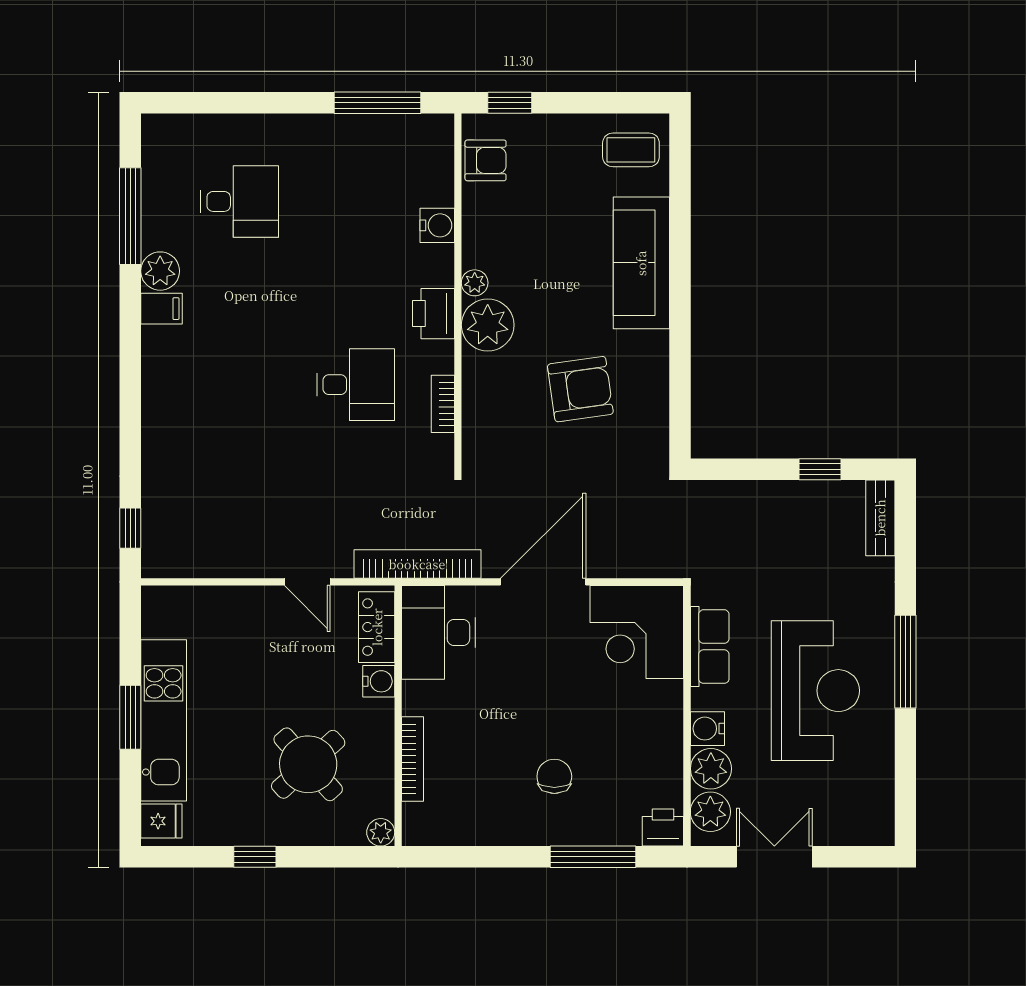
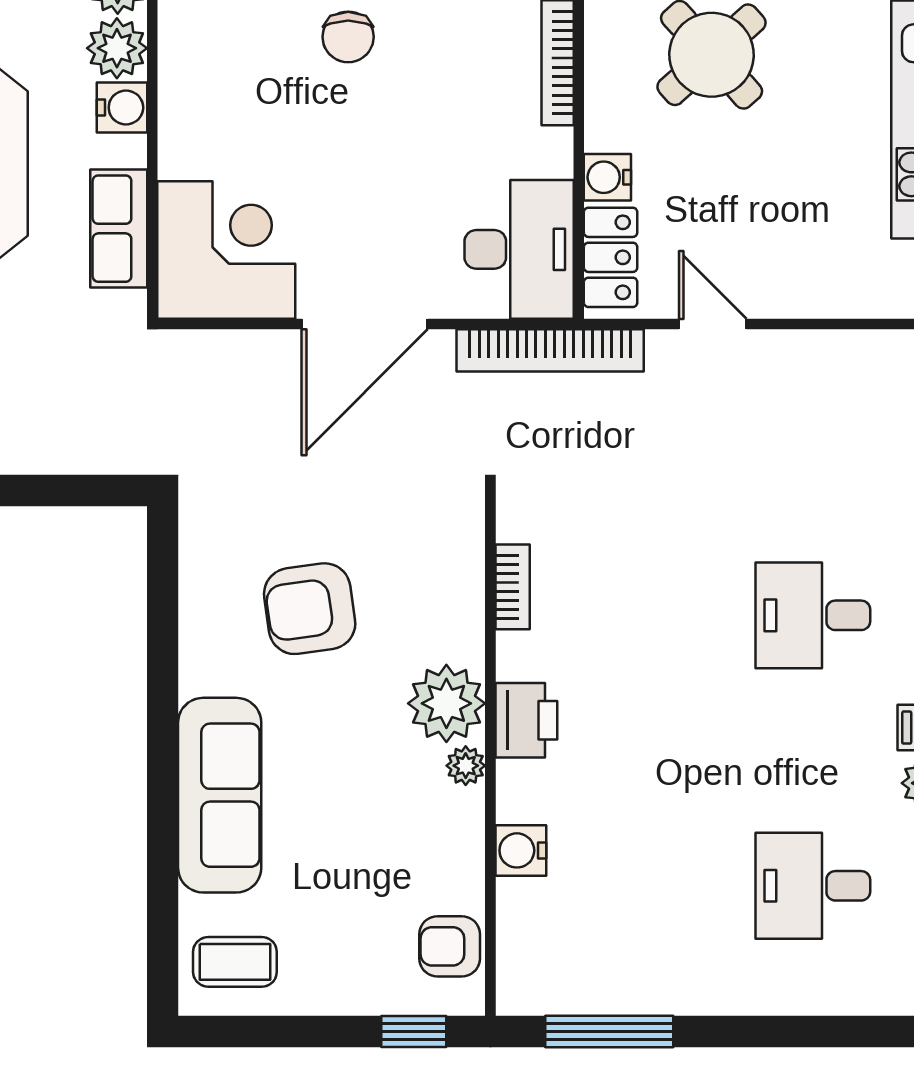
desk: (356, 385) -> (813, 615), moved

